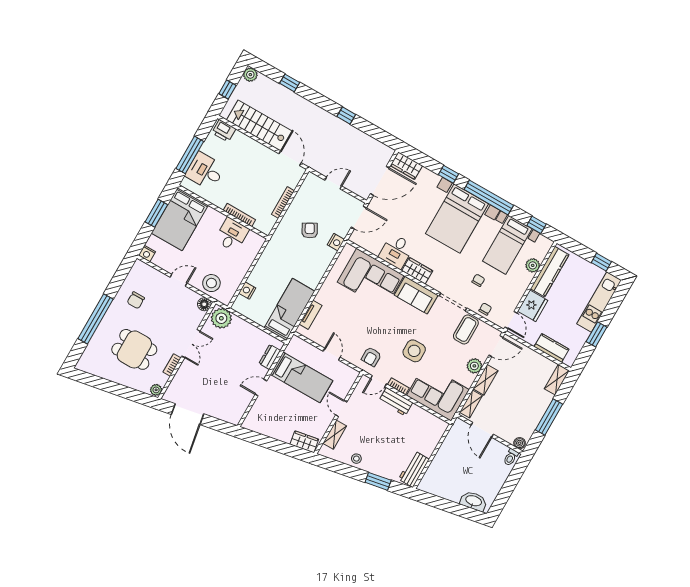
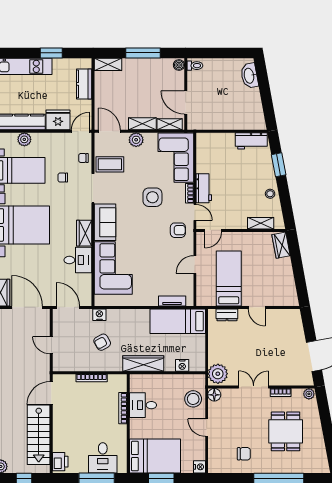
wardrobe: (269, 256) -> (143, 364), added
door: (341, 408) -> (213, 230), moved
door: (482, 430) -> (186, 102), swing flipped

